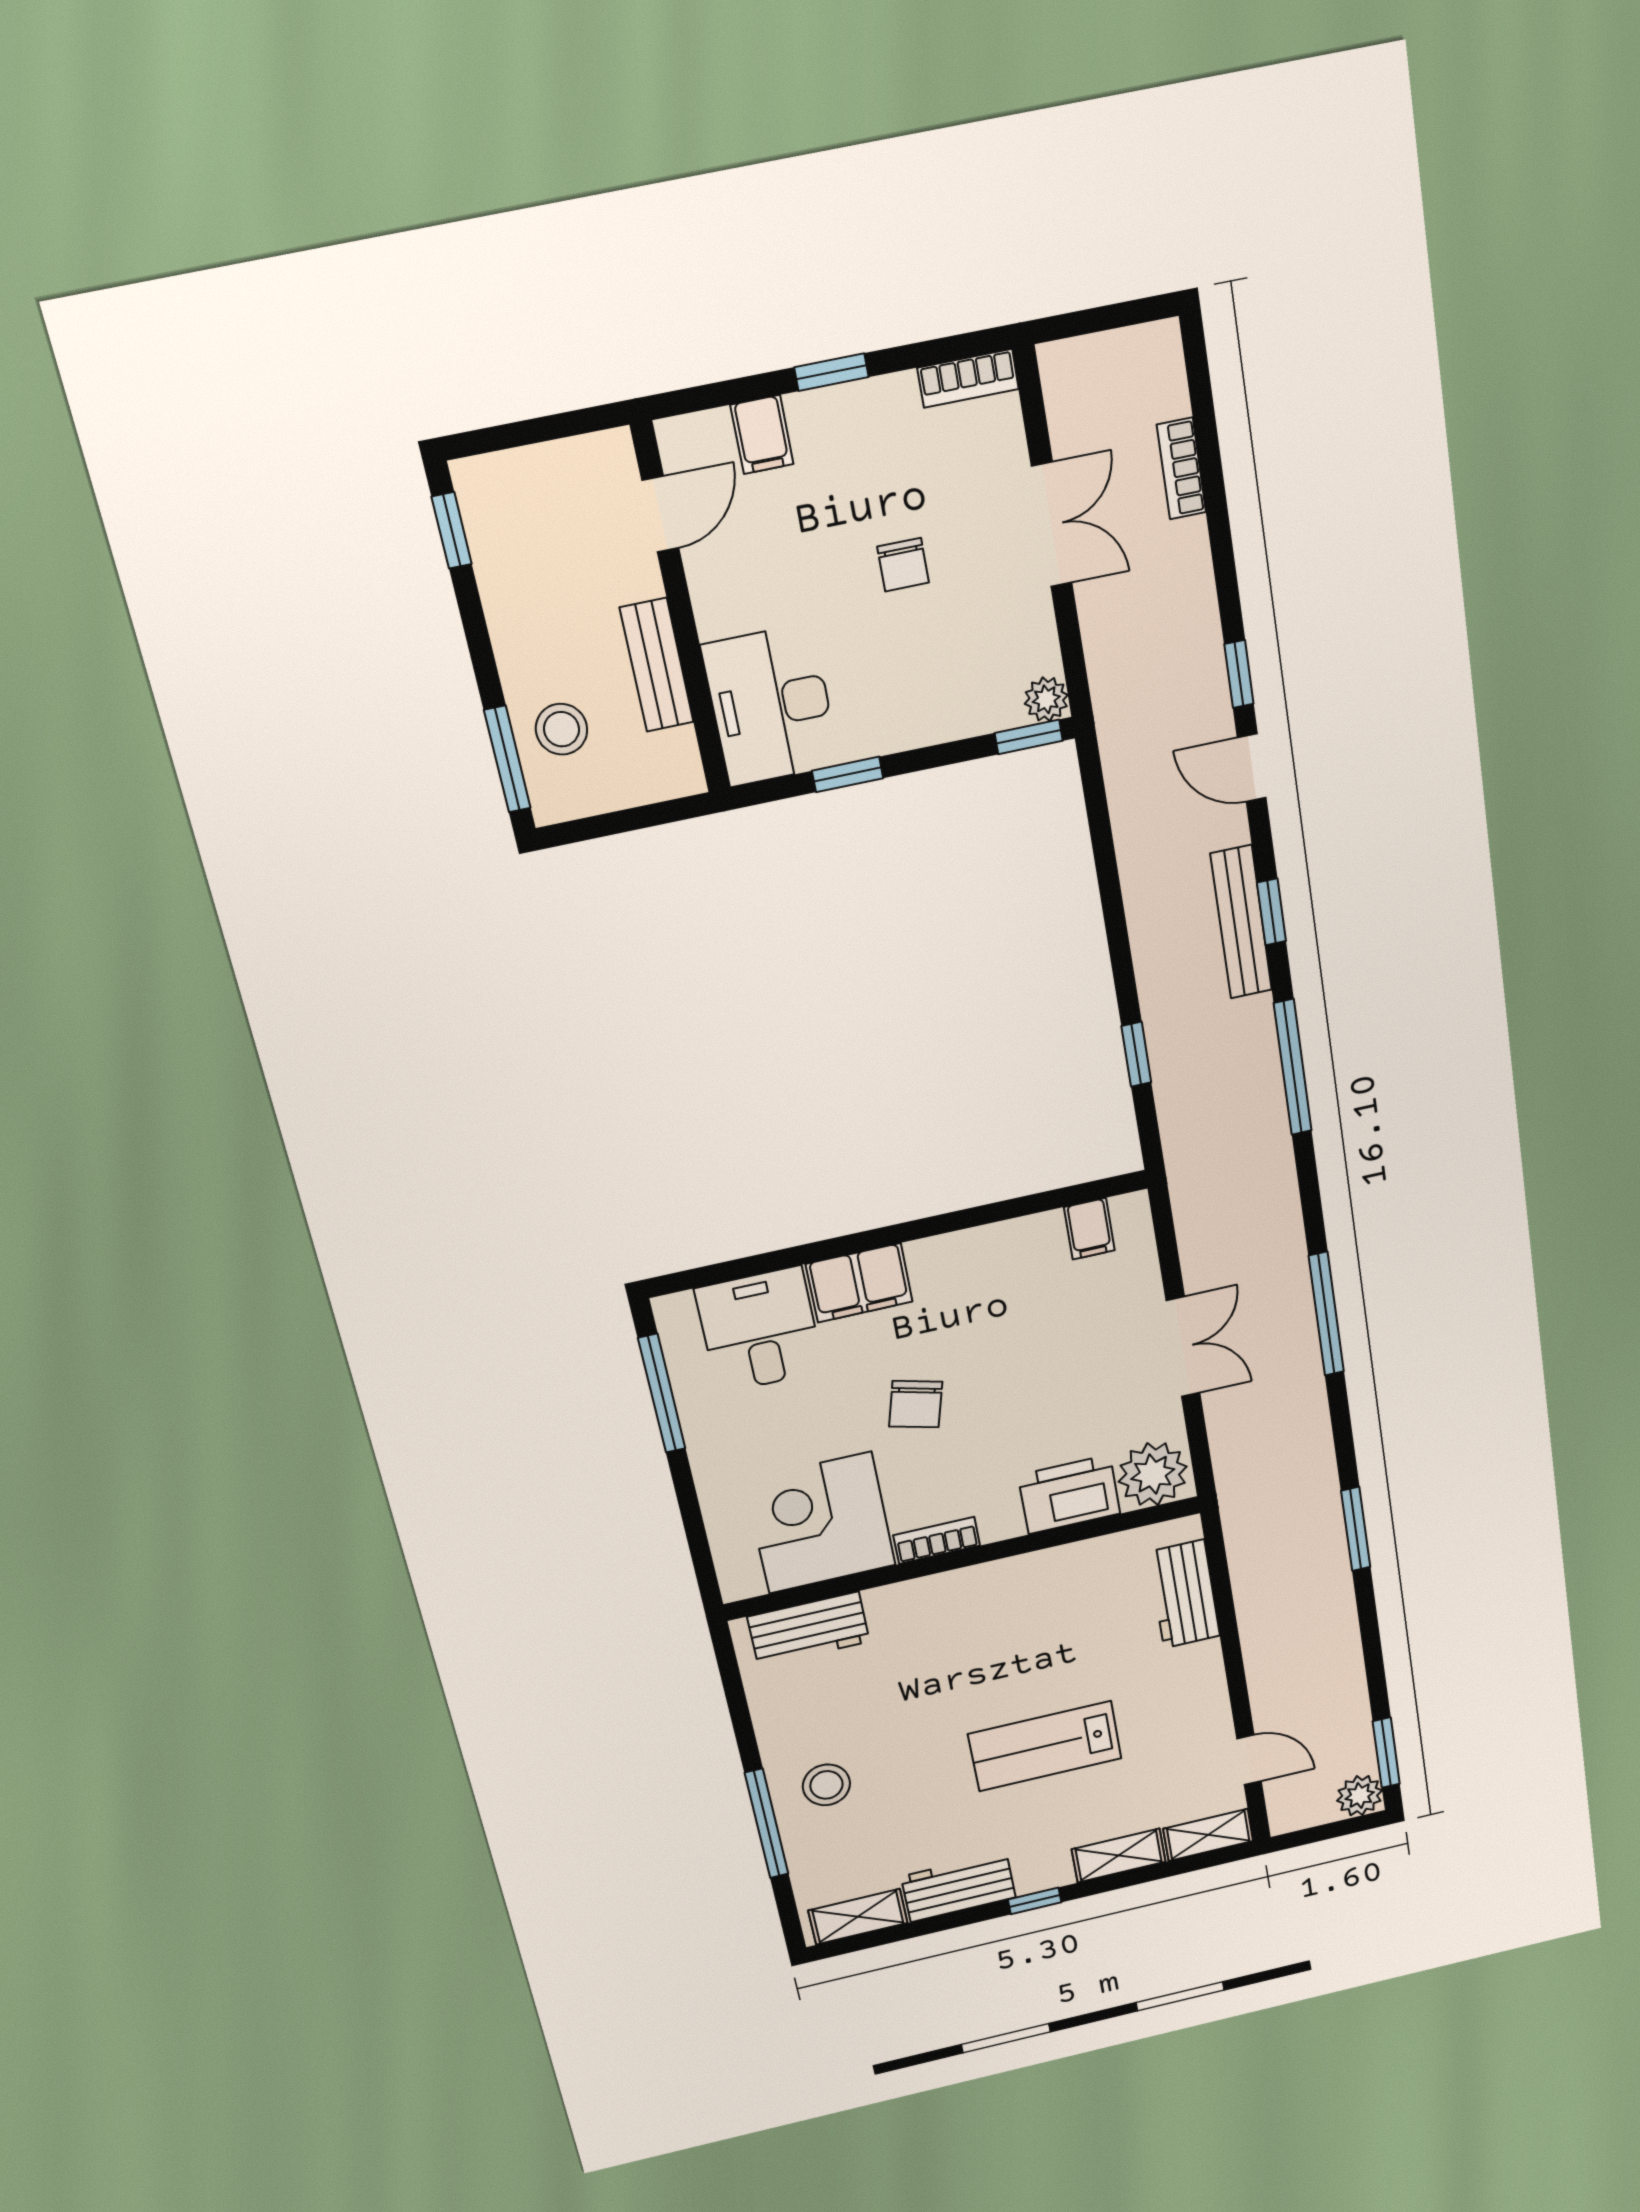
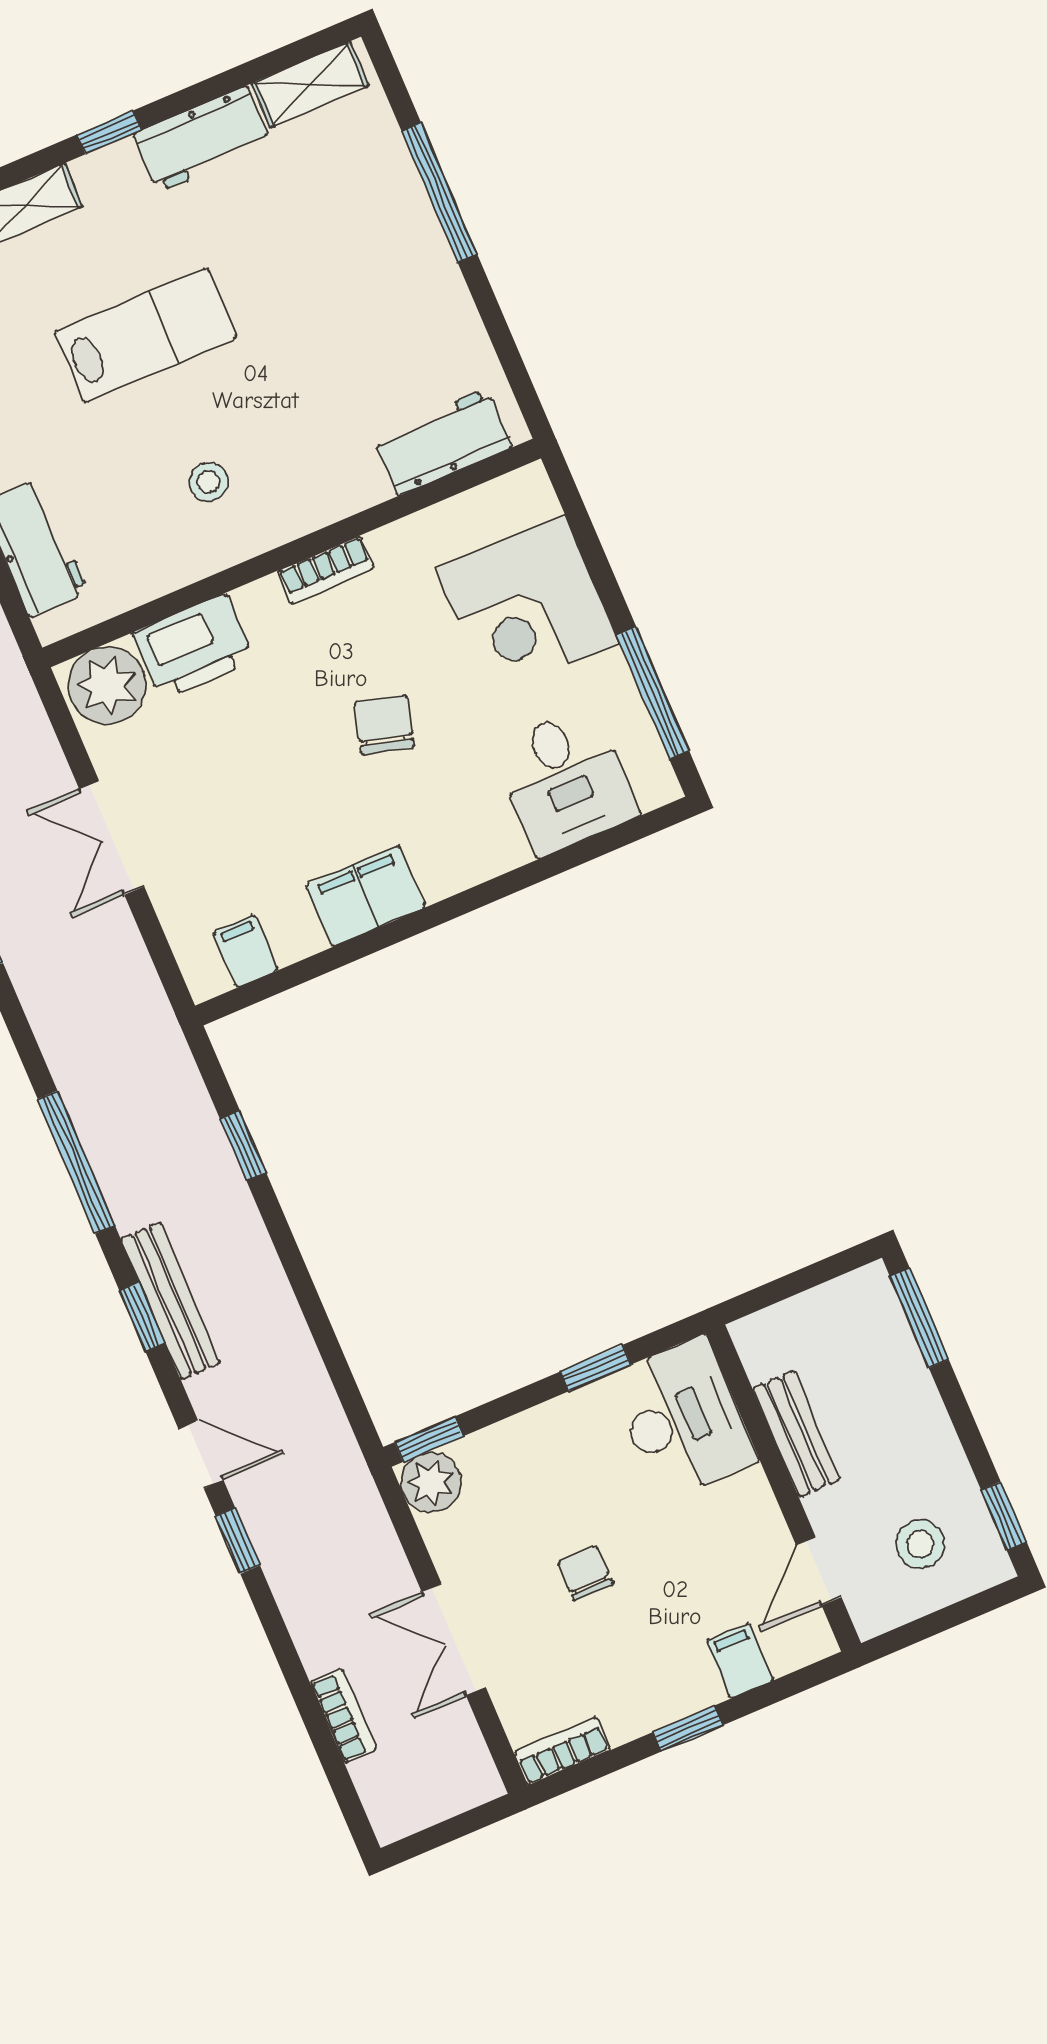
plant: (1046, 699) -> (431, 1482), width x1.38, depth x1.38
stool: (561, 729) -> (920, 1544), moved
filing cabinet: (859, 1283) -> (365, 896), moved
corner desk: (820, 1523) -> (527, 606), moved, turned 90
stool: (826, 1785) -> (209, 482), moved, width x0.73, depth x0.73

